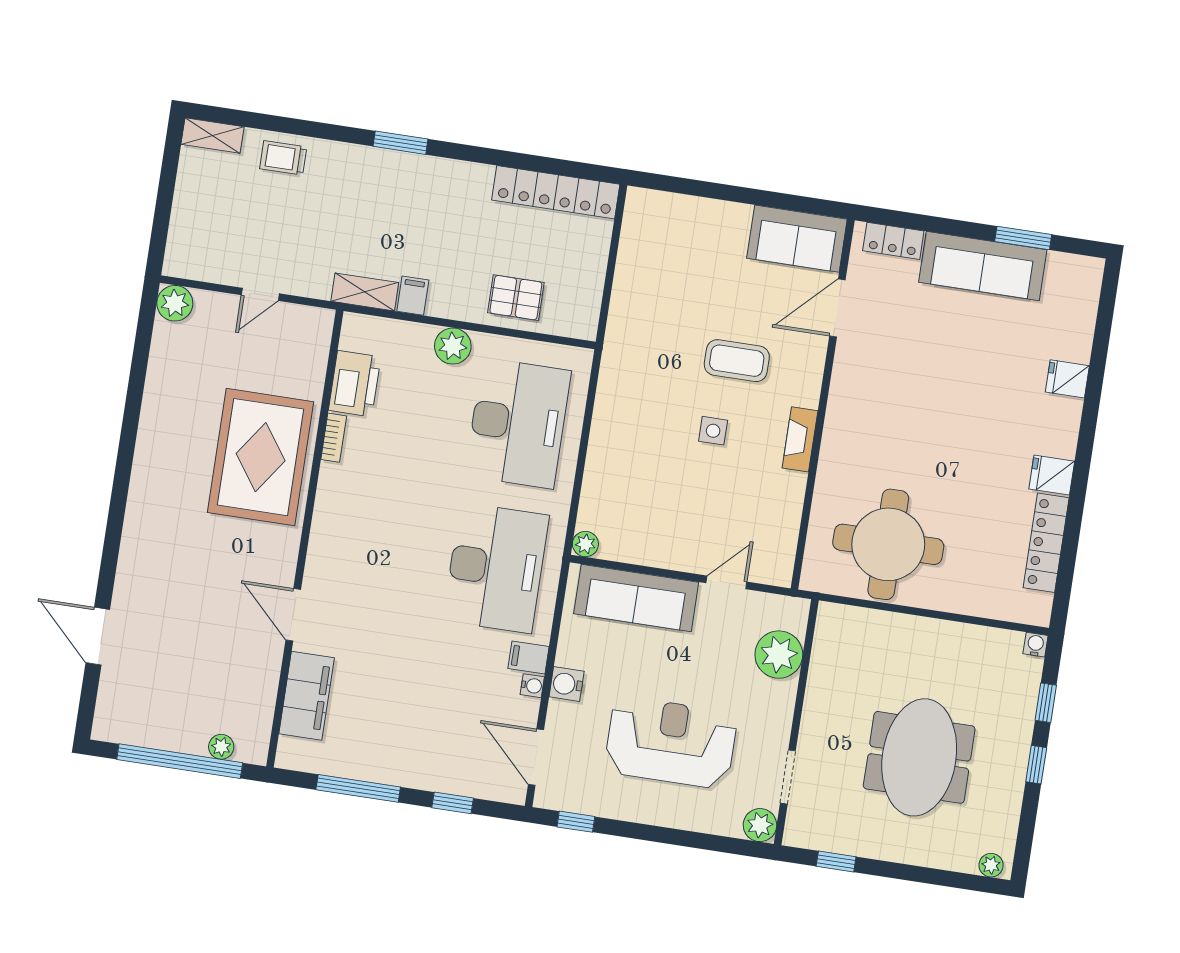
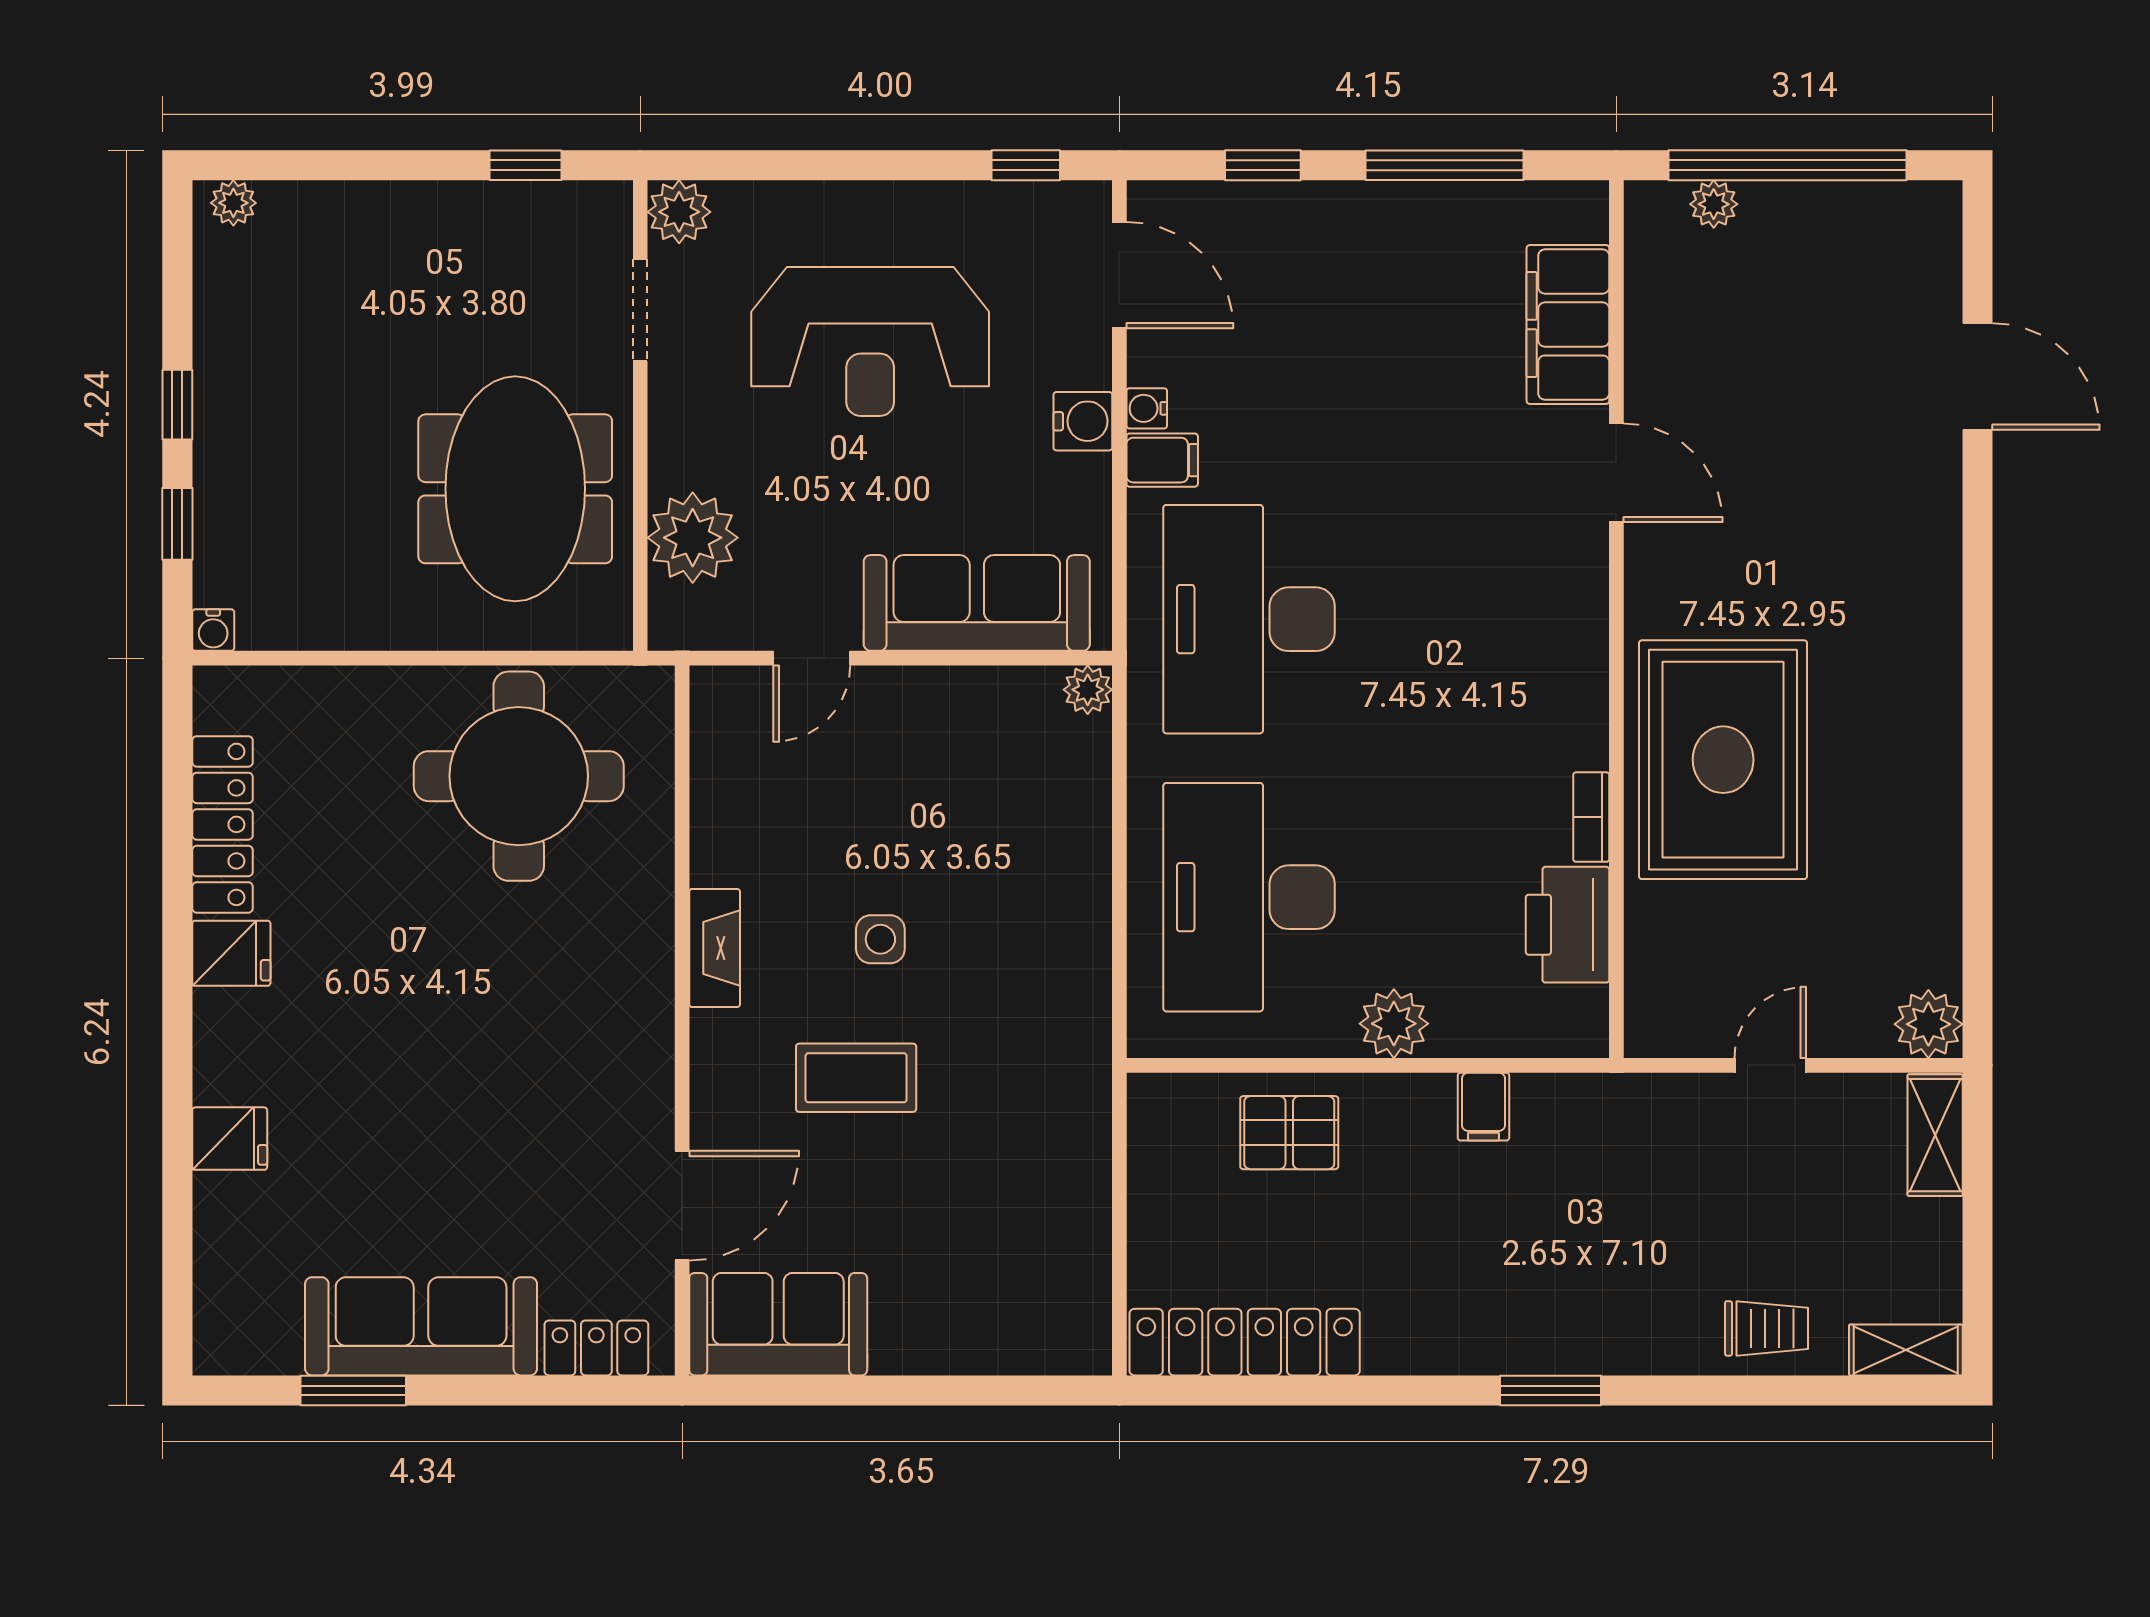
shelving: (365, 292) -> (1935, 1135), moved, turned 90
meeting table: (919, 757) -> (515, 489), moved

